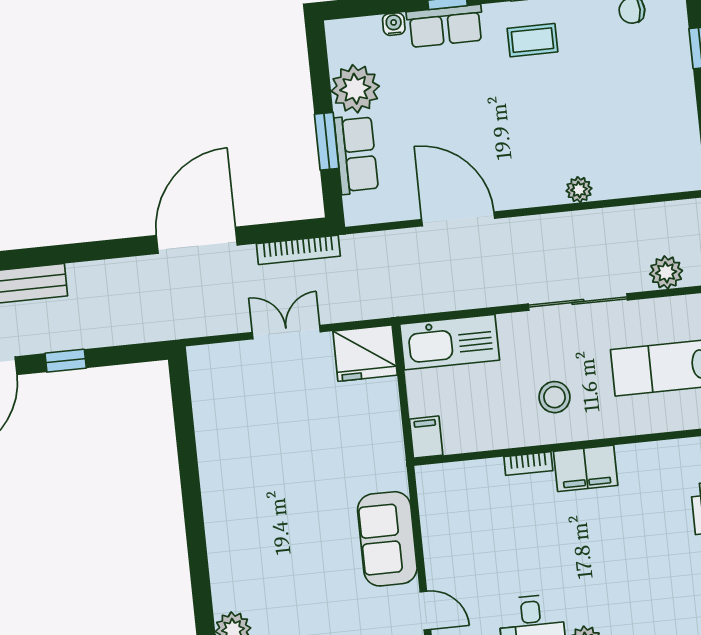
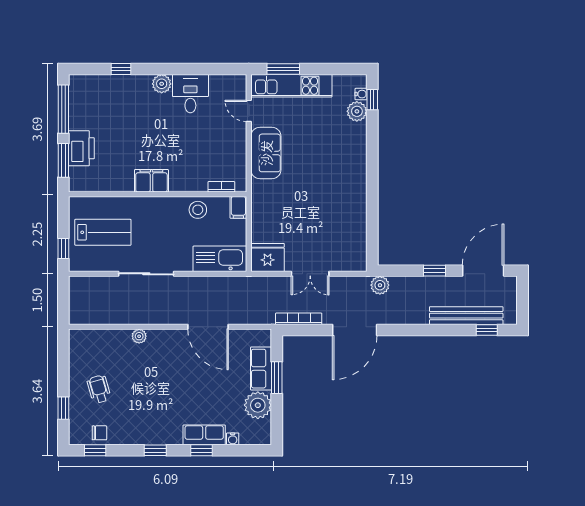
coffee table: (532, 40) -> (156, 422), removed
wheelchair: (641, 88) -> (99, 389), added
plant: (666, 272) -> (380, 285), moved
stool: (554, 397) -> (198, 210), moved
bookcase: (528, 464) -> (221, 187), moved

